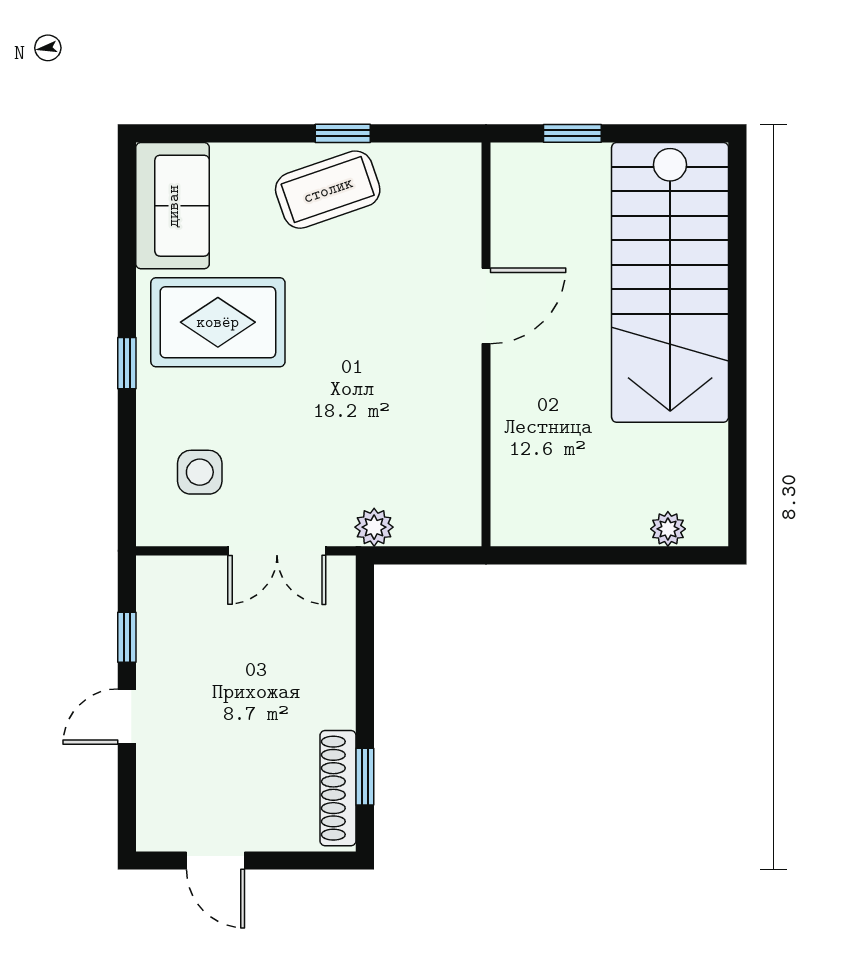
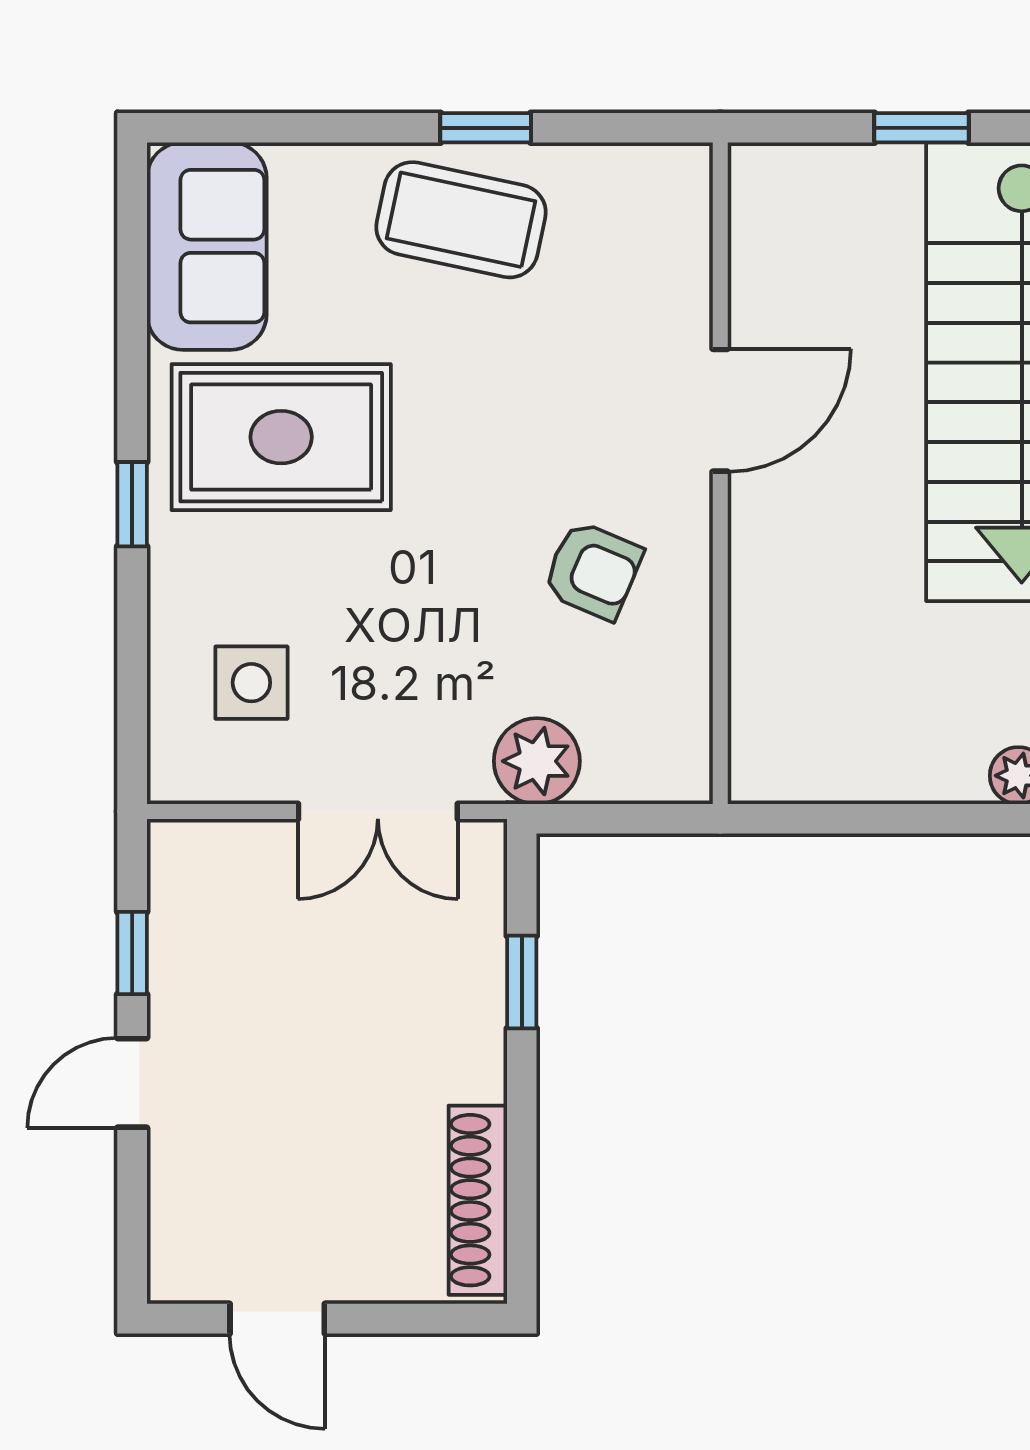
window: (572, 133) -> (921, 128), moved
coffee table: (328, 190) -> (461, 220), turned 31
armchair: (408, 404) -> (593, 570), added
plant: (374, 527) -> (537, 761), width x1.38, depth x1.38
window: (365, 777) -> (522, 982), moved

